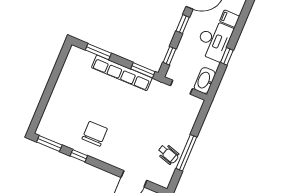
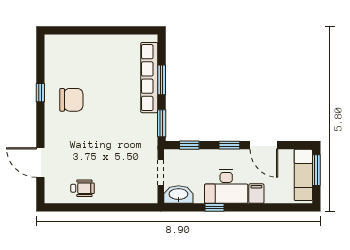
window: (98, 52) -> (162, 80), moved
row of seats: (122, 73) -> (149, 78), moved
window: (49, 143) -> (40, 55), removed
window: (186, 153) -> (92, 207), removed
wheelchair: (168, 154) -> (83, 188), turned -107

